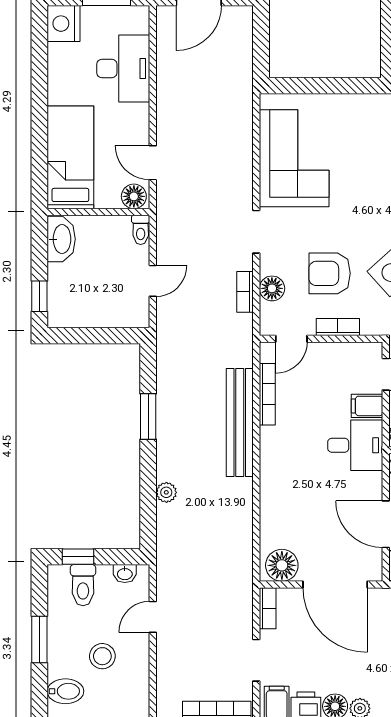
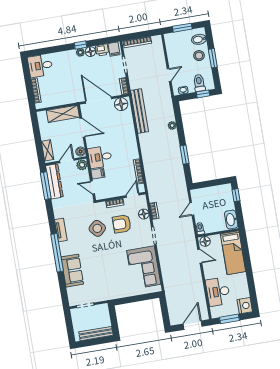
armchair: (330, 273) -> (122, 224), turned 180
bench: (240, 423) -> (140, 111), moved
stool: (102, 656) -> (199, 56), moved

